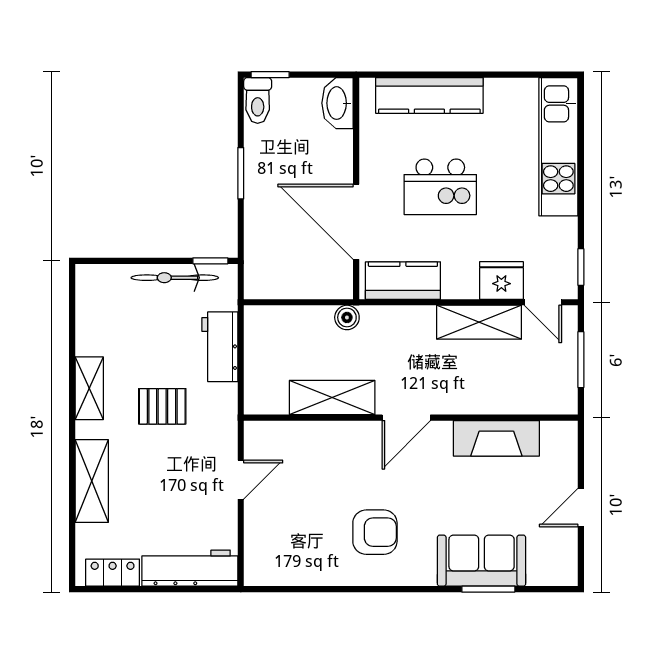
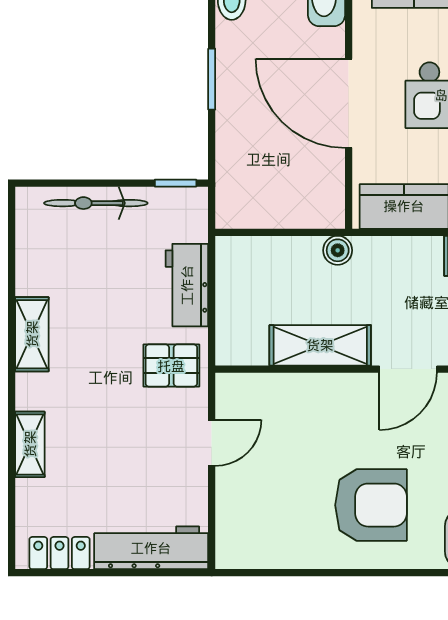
door: (356, 222) -> (349, 103), moved
bicycle: (175, 278) -> (96, 203), moved
pallet: (162, 406) -> (171, 366), moved
shelving: (92, 481) -> (30, 444), width x0.67, depth x0.75
armchair: (375, 532) -> (371, 505), width x1.36, depth x1.36

